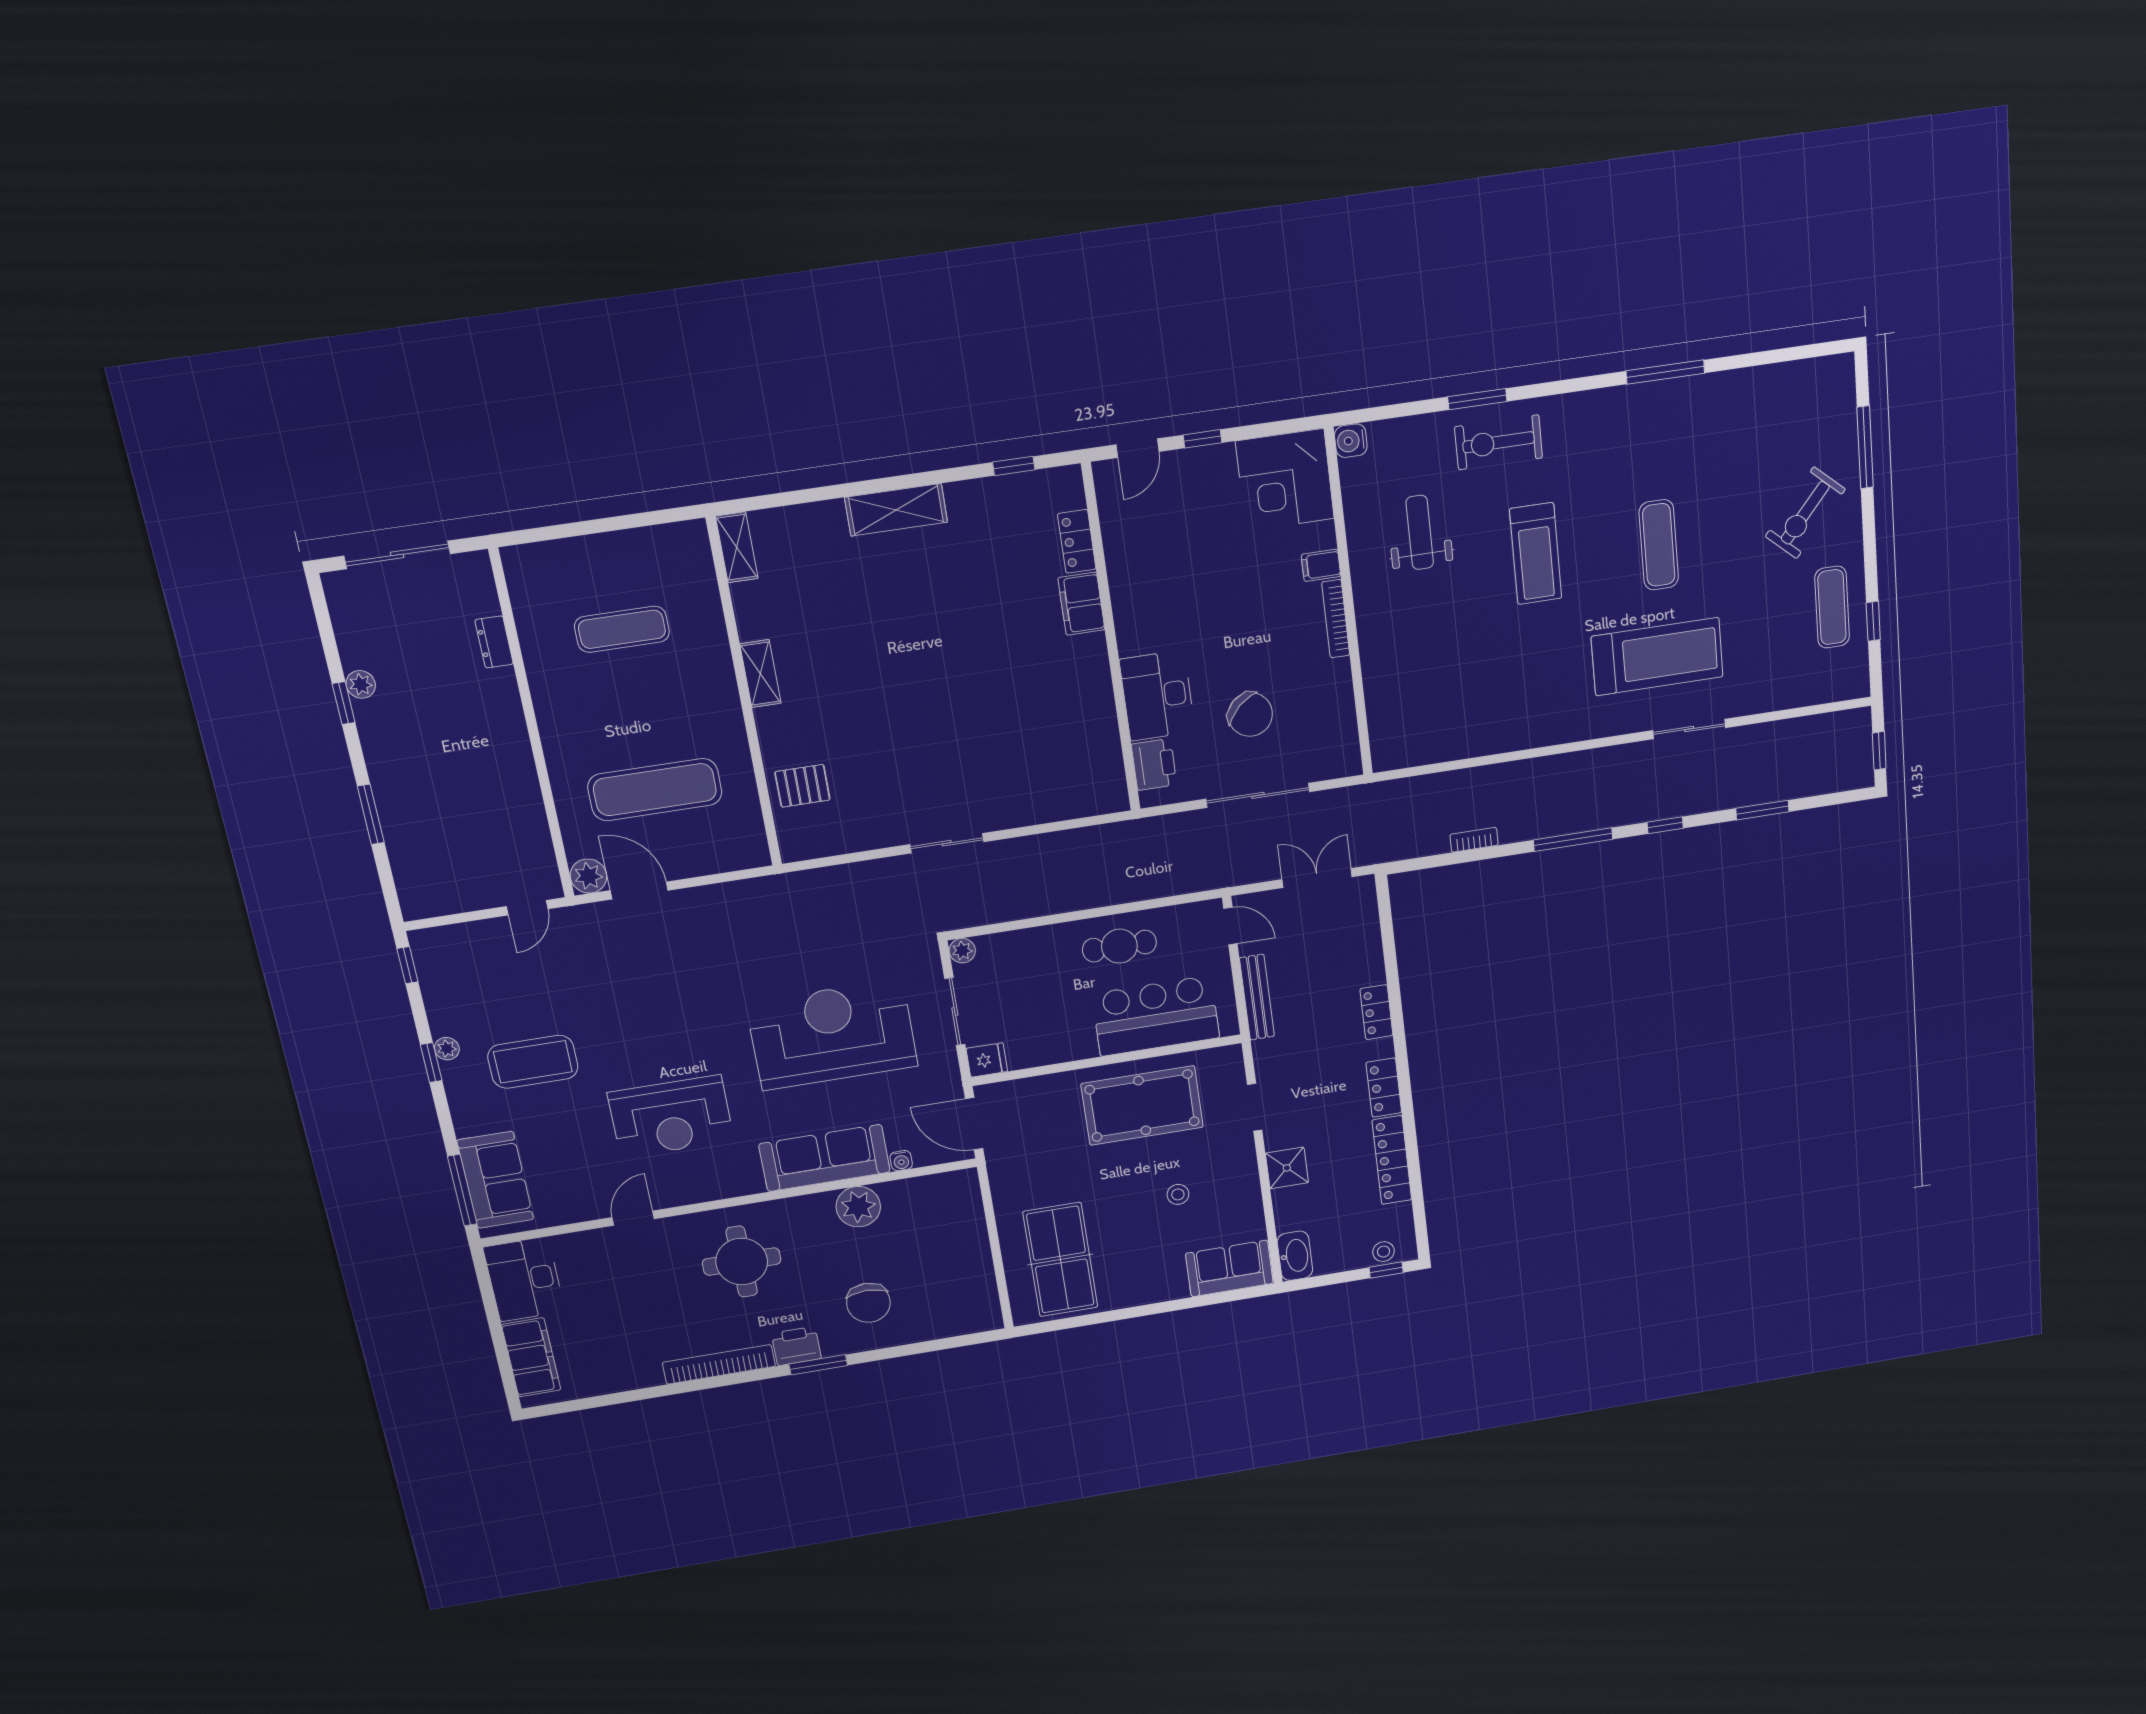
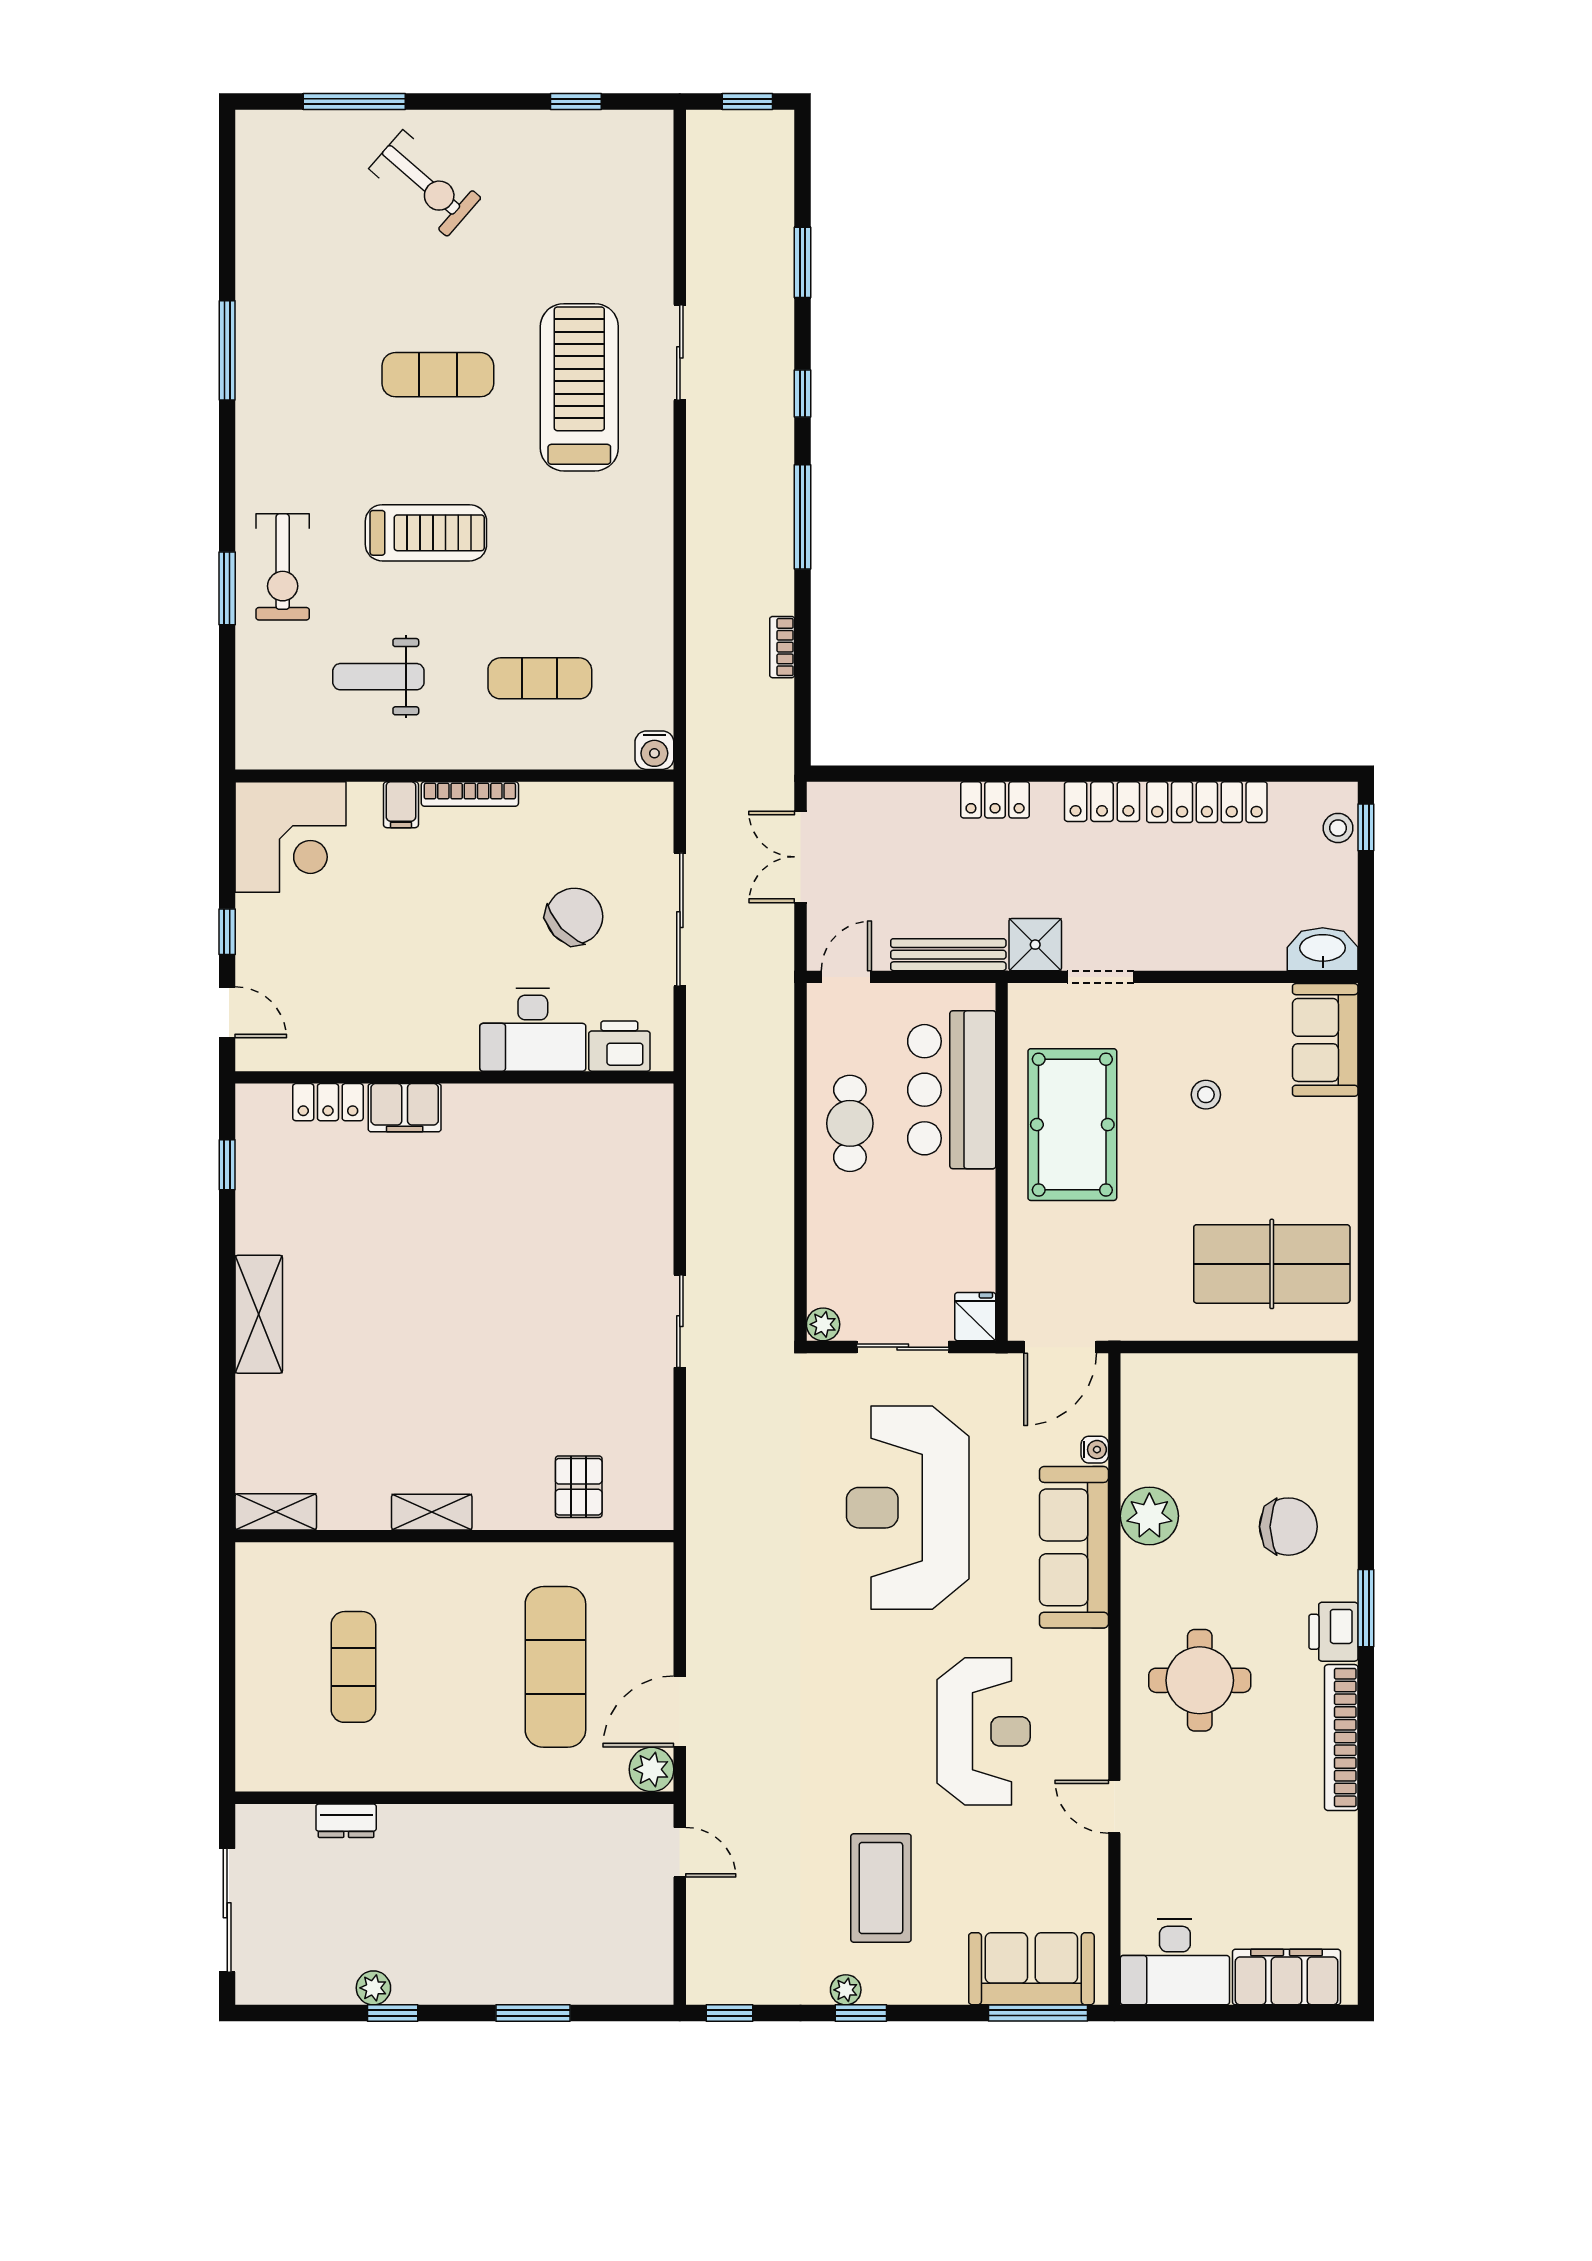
water cooler: (1351, 441) -> (654, 750), moved
exercise mat: (1832, 607) -> (540, 678), moved
shower: (1287, 1168) -> (1035, 945), moved

